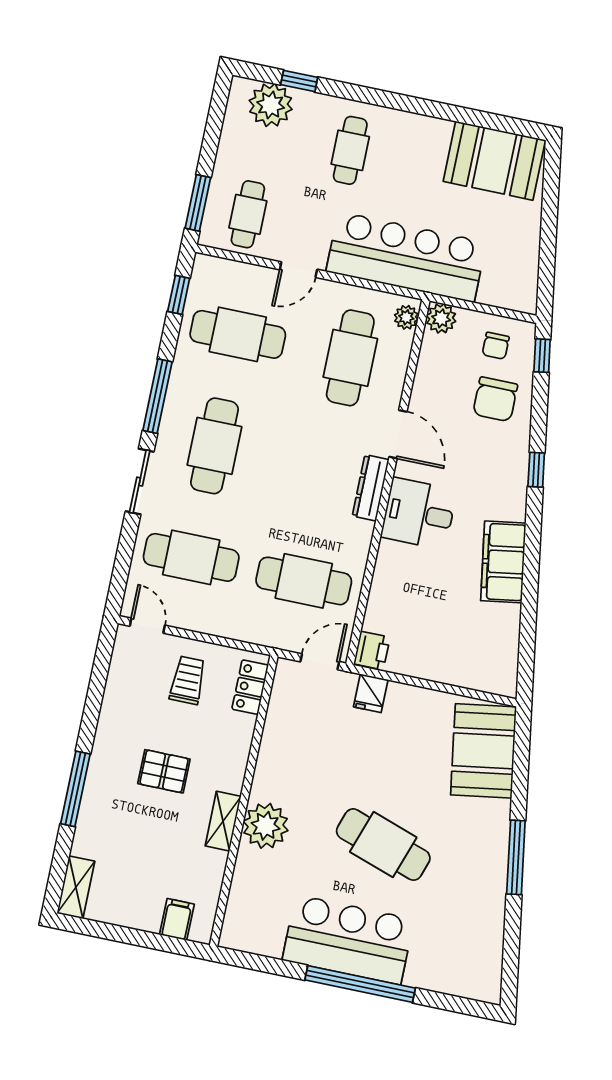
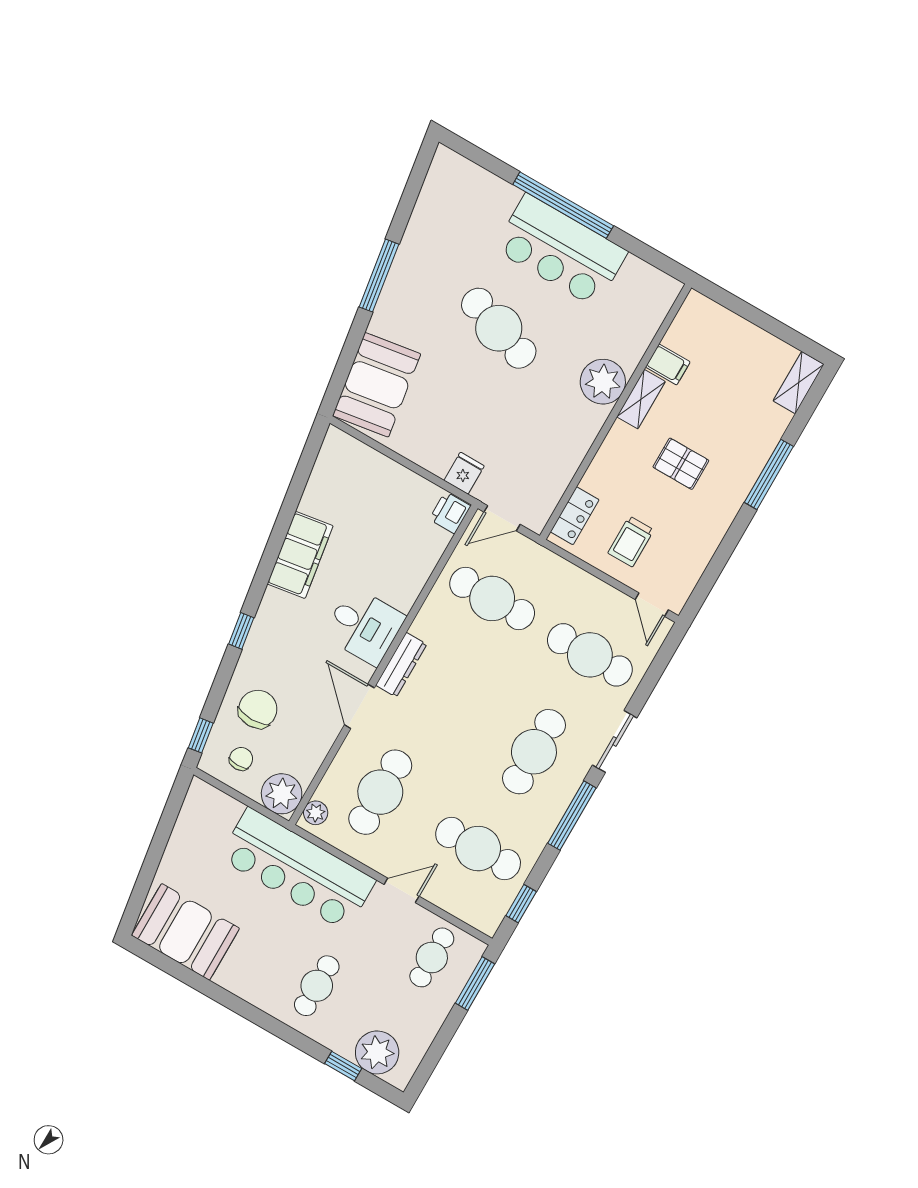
plant: (441, 318) -> (282, 794), width x1.36, depth x1.36
filing cabinet: (177, 919) -> (668, 364), moved, turned -90

